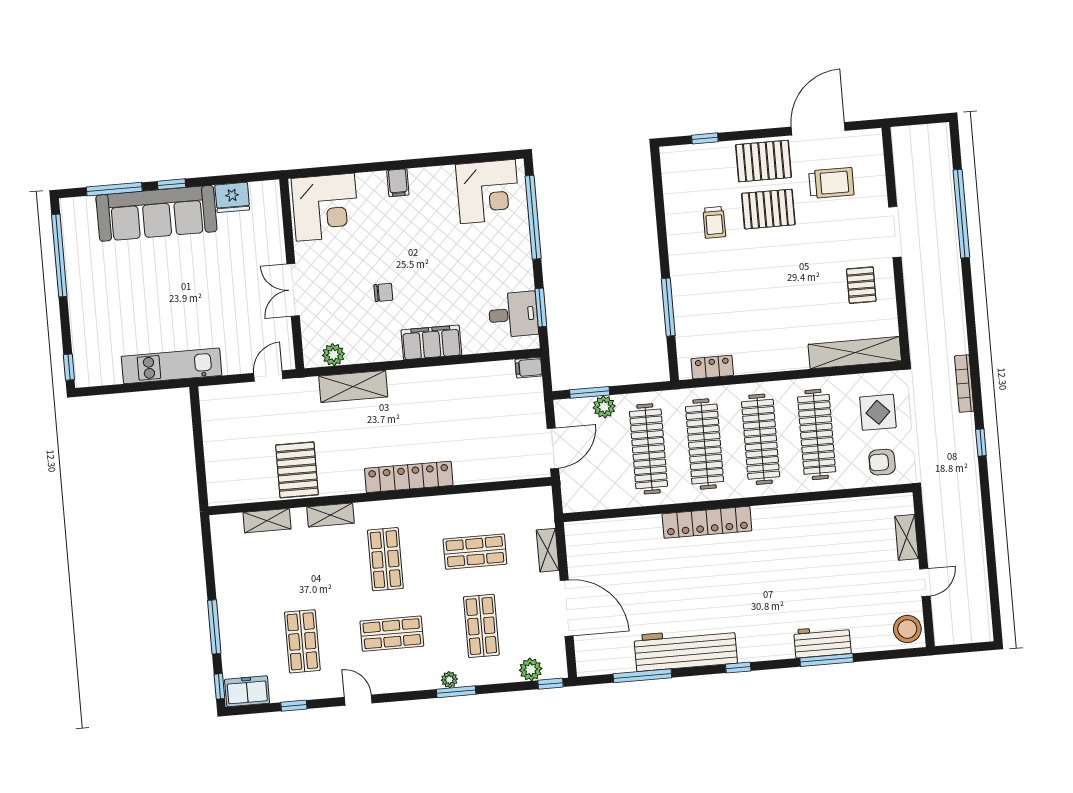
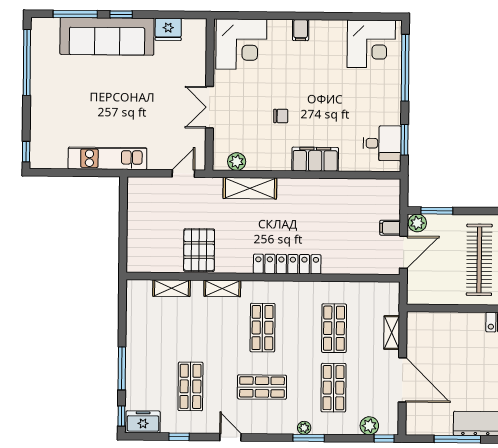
filing cabinet: (529, 368) -> (390, 228), moved
plant: (604, 407) -> (417, 223), moved
shop shelf: (475, 552) -> (334, 328), turned 90

